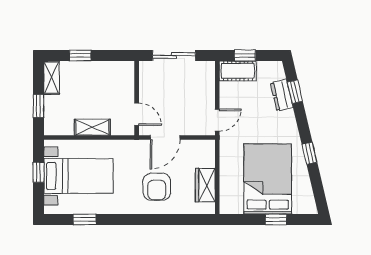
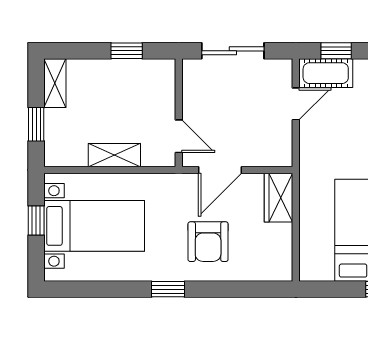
window: (80, 55) -> (127, 51), moved
door: (217, 120) -> (296, 104), moved
wardrobe: (205, 185) -> (278, 198), moved
window: (85, 219) -> (168, 289), moved

